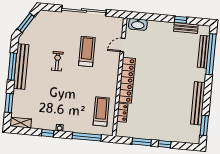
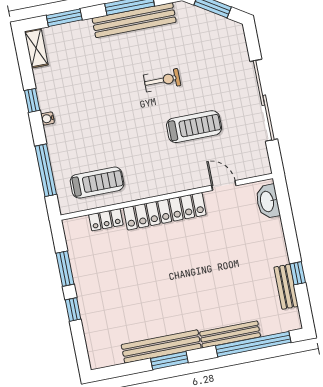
bench: (204, 52) -> (230, 334), moved
window: (204, 126) -> (169, 361), moved

